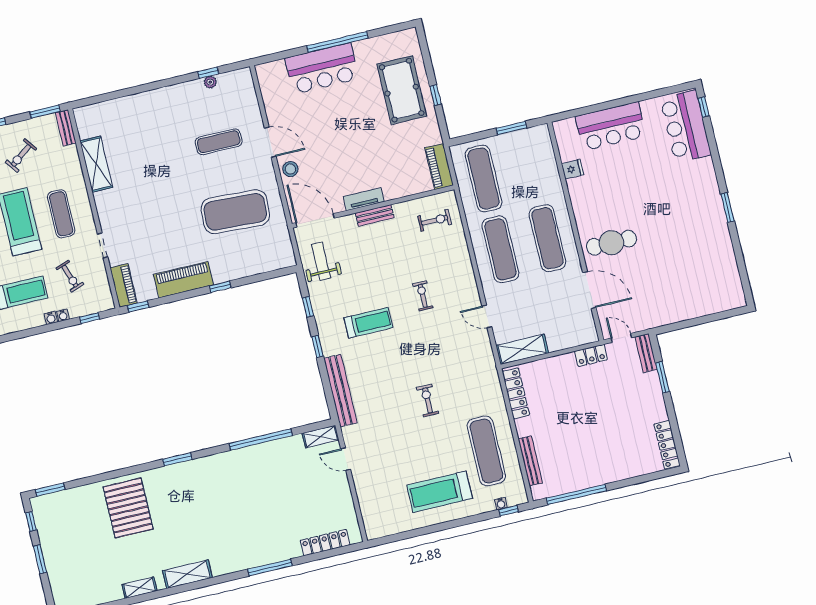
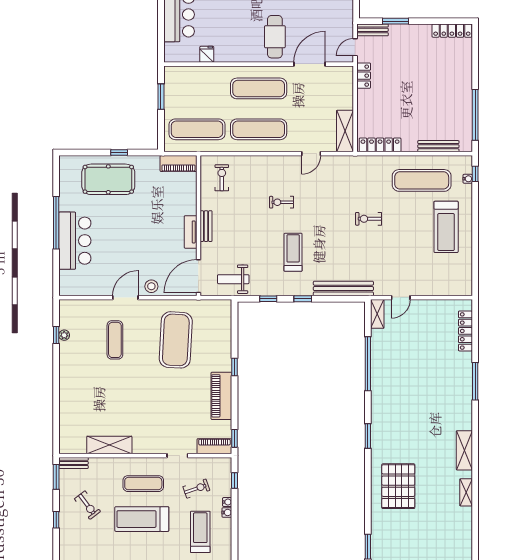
pallet: (128, 508) -> (398, 486), turned 90

